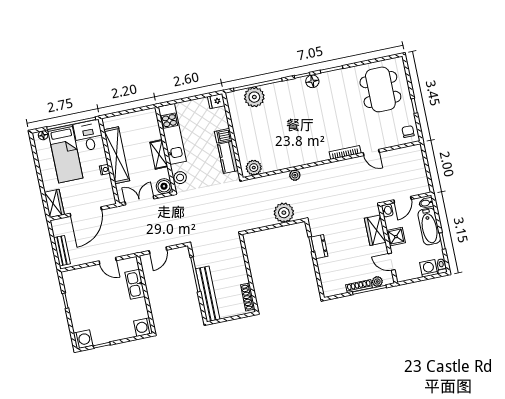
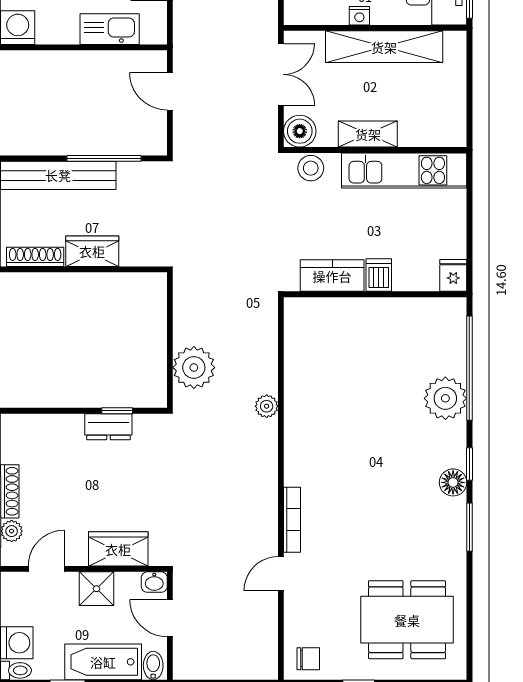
plant: (254, 97) -> (445, 398), moved
plant: (254, 168) -> (300, 325), removed
wardrobe: (240, 271) -> (92, 251), added

